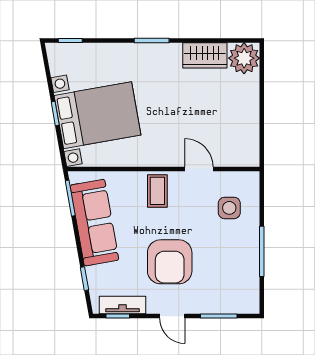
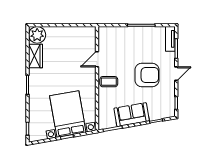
side table: (229, 208) -> (118, 43), removed
sofa: (94, 223) -> (132, 115), width x0.73
tv unit: (122, 305) -> (170, 39), moved

